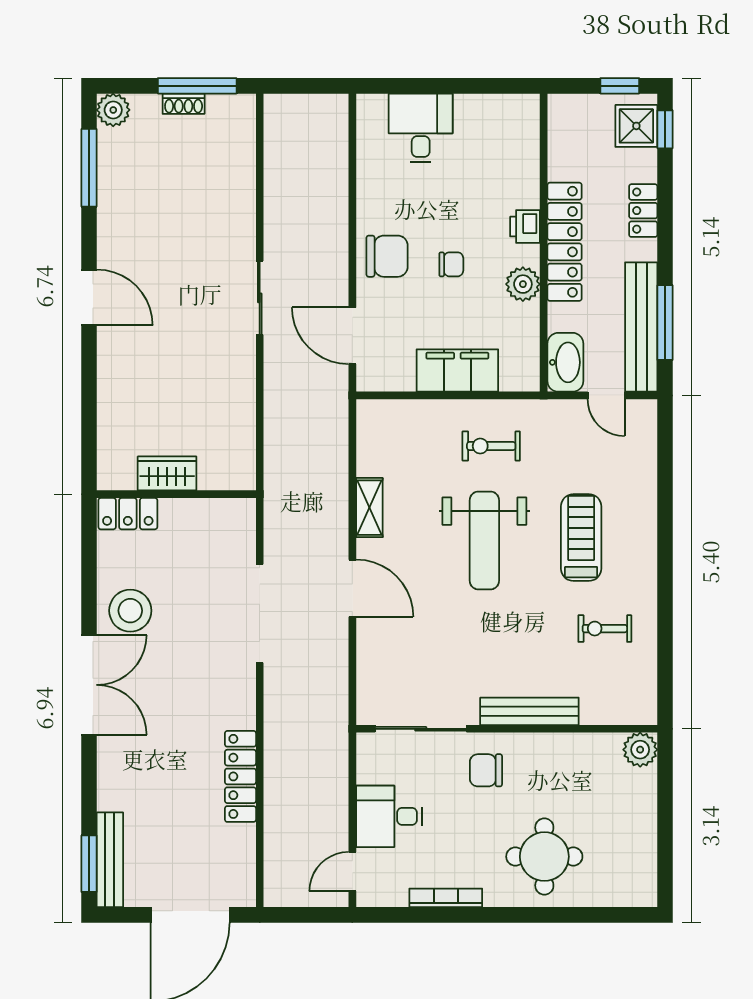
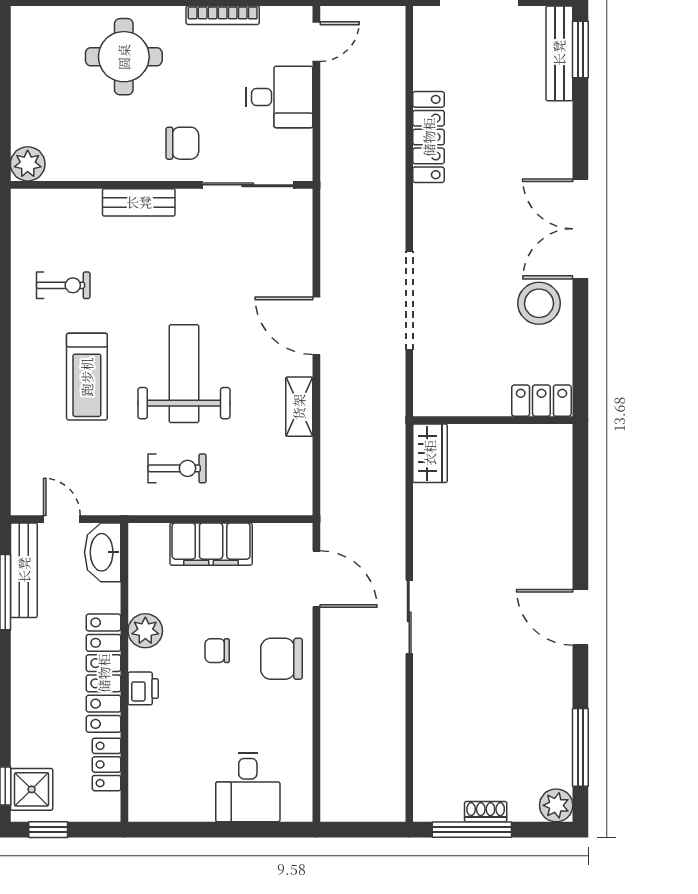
locker: (643, 211) -> (107, 764), moved, turned 180
bench: (641, 327) -> (24, 570), width x0.73, depth x0.82
wardrobe: (167, 473) -> (430, 453), moved, turned -90
bench: (529, 711) -> (139, 202), width x0.73

